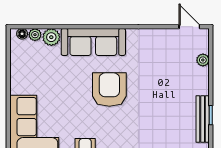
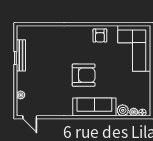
armchair: (109, 90) -> (84, 75), turned -90

